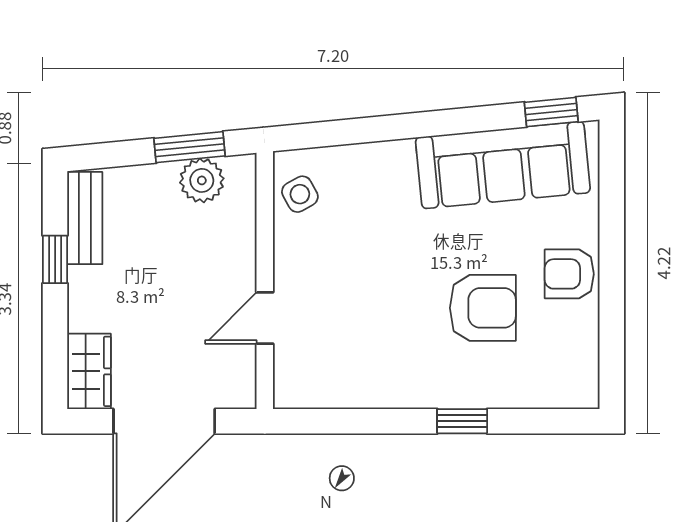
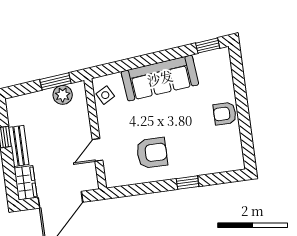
sofa: (503, 165) -> (160, 78), moved
bench: (85, 218) -> (19, 146), moved
armchair: (483, 308) -> (152, 153), moved

